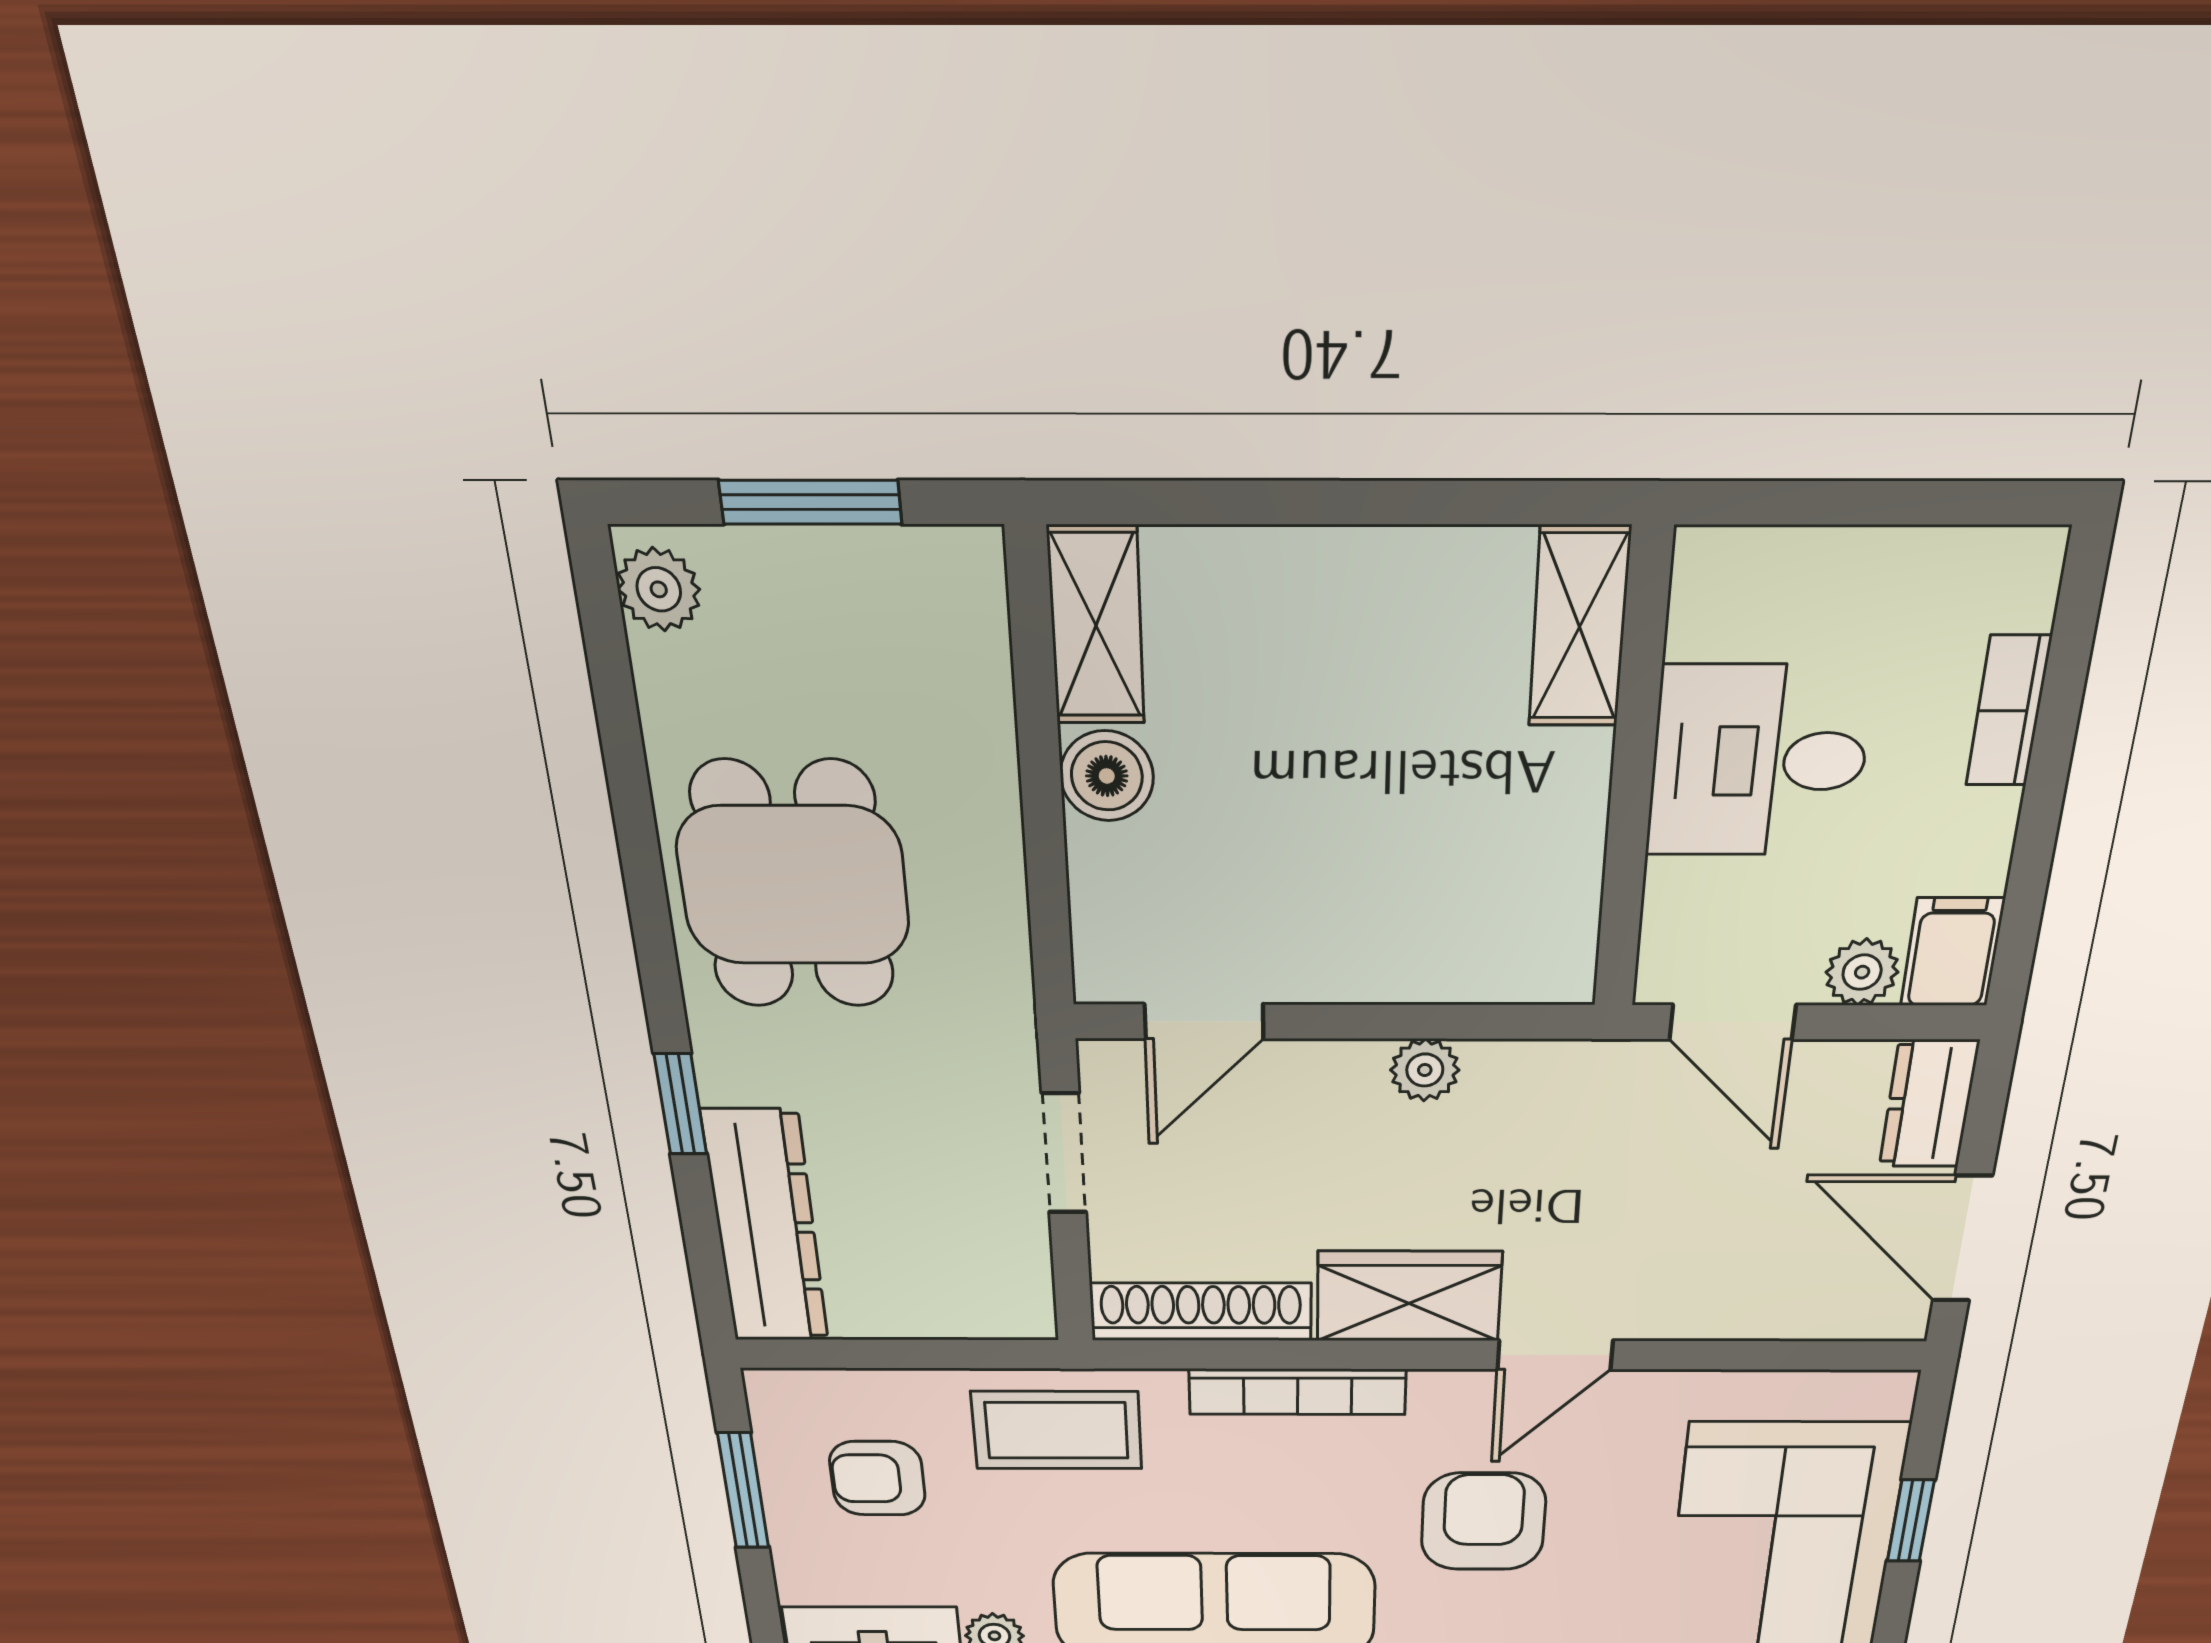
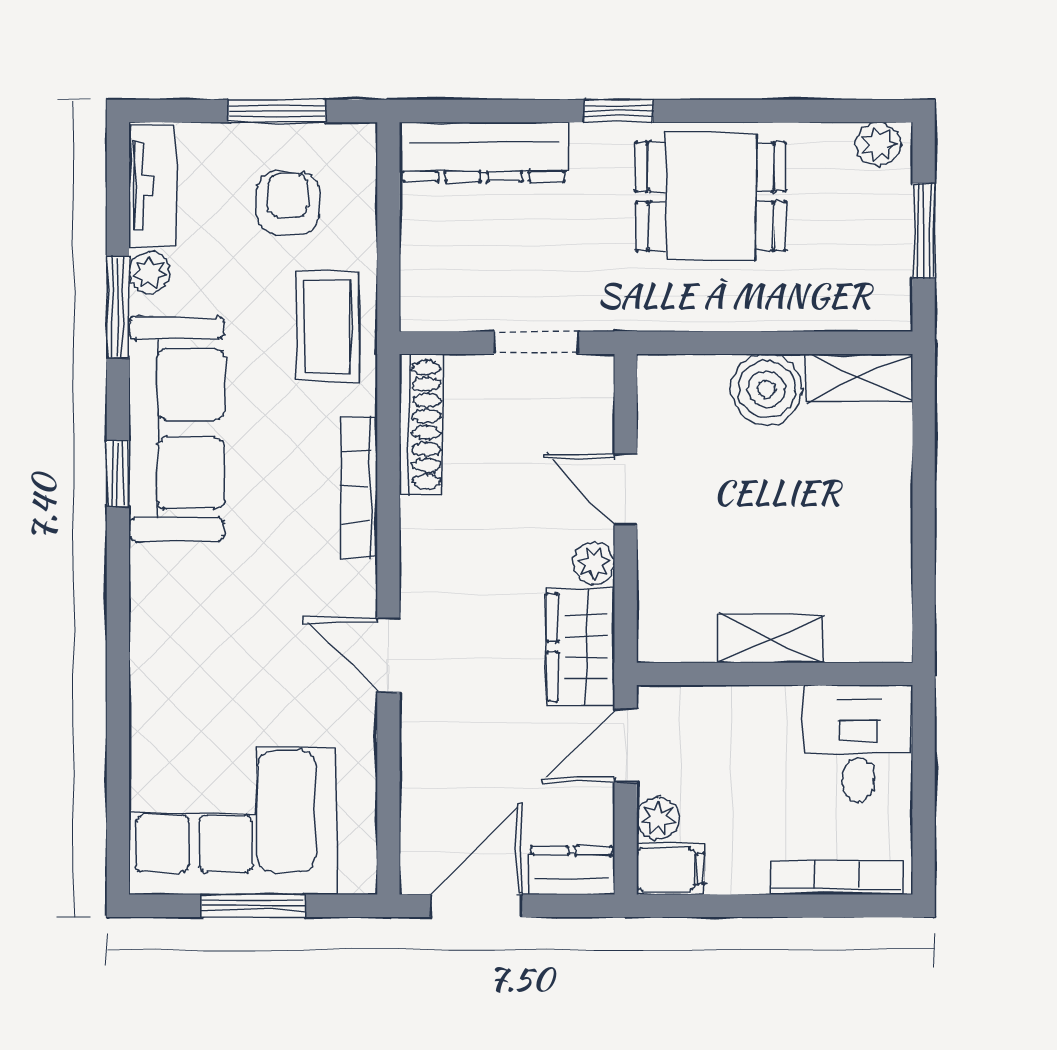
shelving: (1579, 627) -> (770, 639), moved
bookcase: (2009, 711) -> (837, 878), width x1.56
desk: (1759, 761) -> (858, 744), moved
boiler: (1107, 776) -> (767, 389), width x1.36, depth x1.36
door: (1204, 1021) -> (626, 490), moved
window: (681, 1104) -> (619, 111), moved
wardrobe: (1409, 1296) -> (581, 647), moved, turned 180
armchair: (1483, 1521) -> (252, 614), removed
window: (1911, 1521) -> (253, 906), width x1.50

